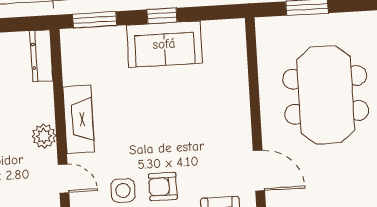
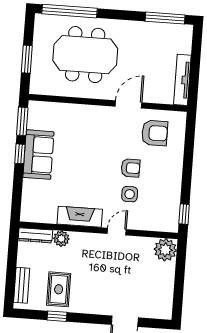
window: (95, 20) -> (22, 121), moved
plant: (44, 136) -> (61, 239), moved
armchair: (163, 187) -> (131, 168), turned -90

